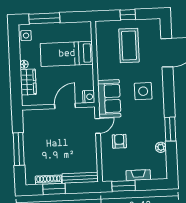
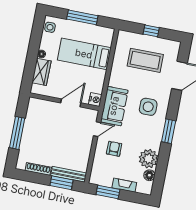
window: (44, 18) -> (82, 17), moved
coffee table: (129, 45) -> (145, 60), turned 90
window: (170, 129) -> (169, 131), moved
plant: (161, 147) -> (148, 159), width x1.87, depth x1.87
floor lamp: (161, 159) -> (149, 175), added
window: (54, 189) -> (61, 183), moved

